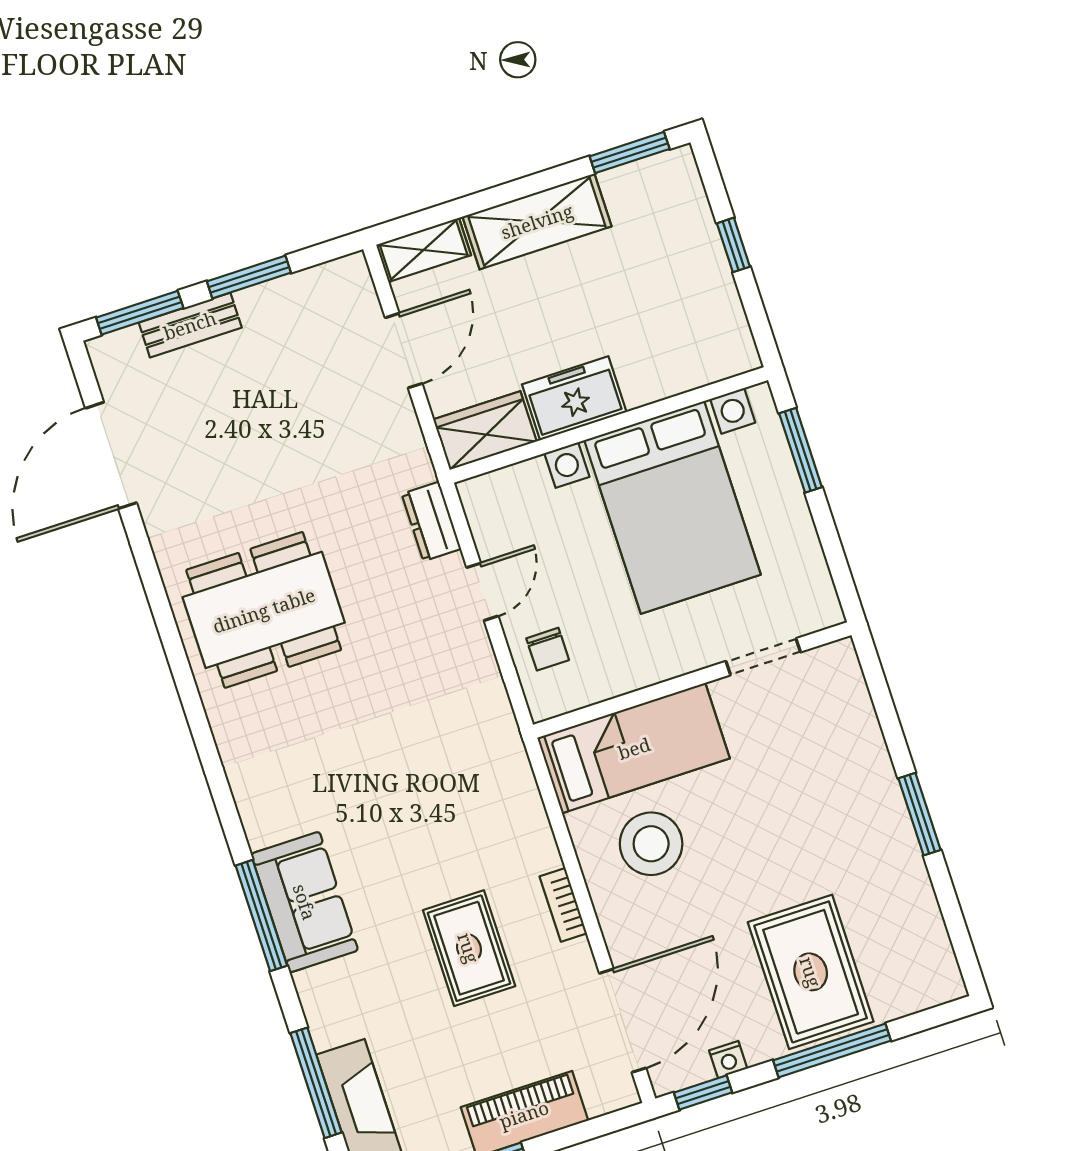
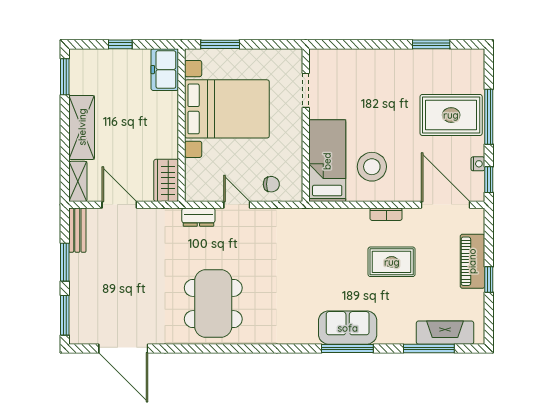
bench: (190, 325) -> (77, 230), moved
freezer: (574, 398) -> (165, 70), moved
window: (919, 814) -> (431, 44), moved

